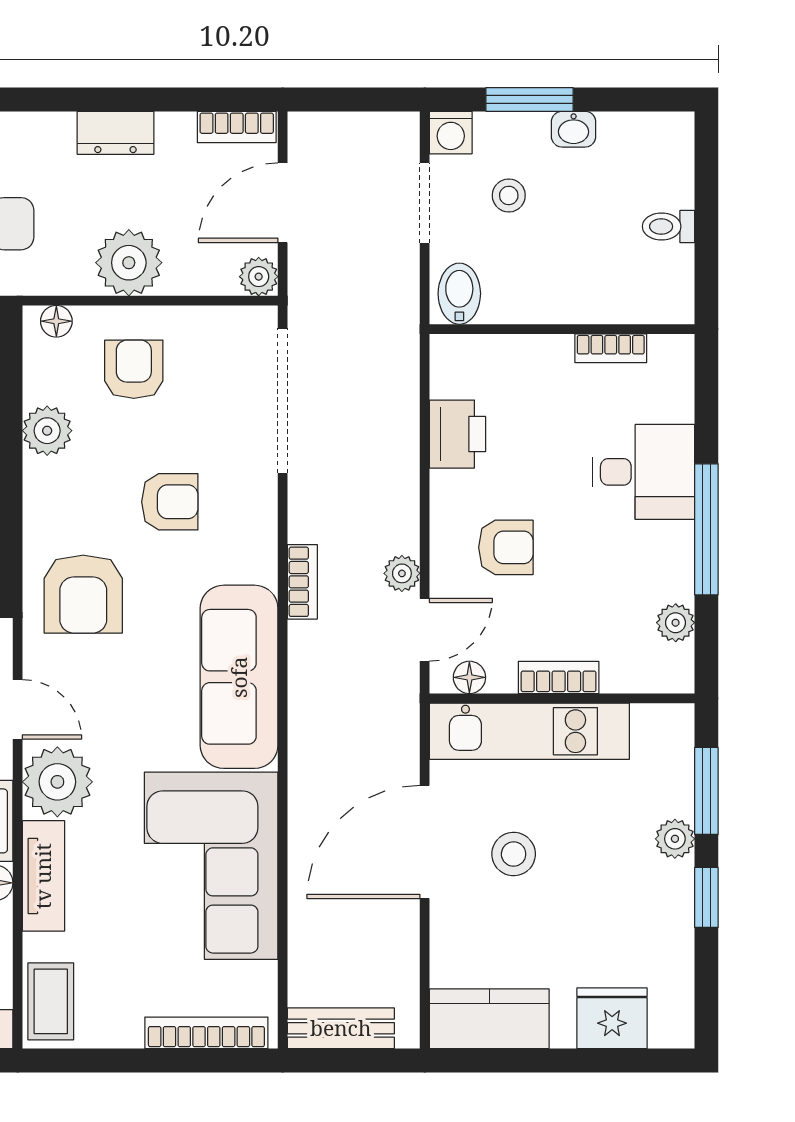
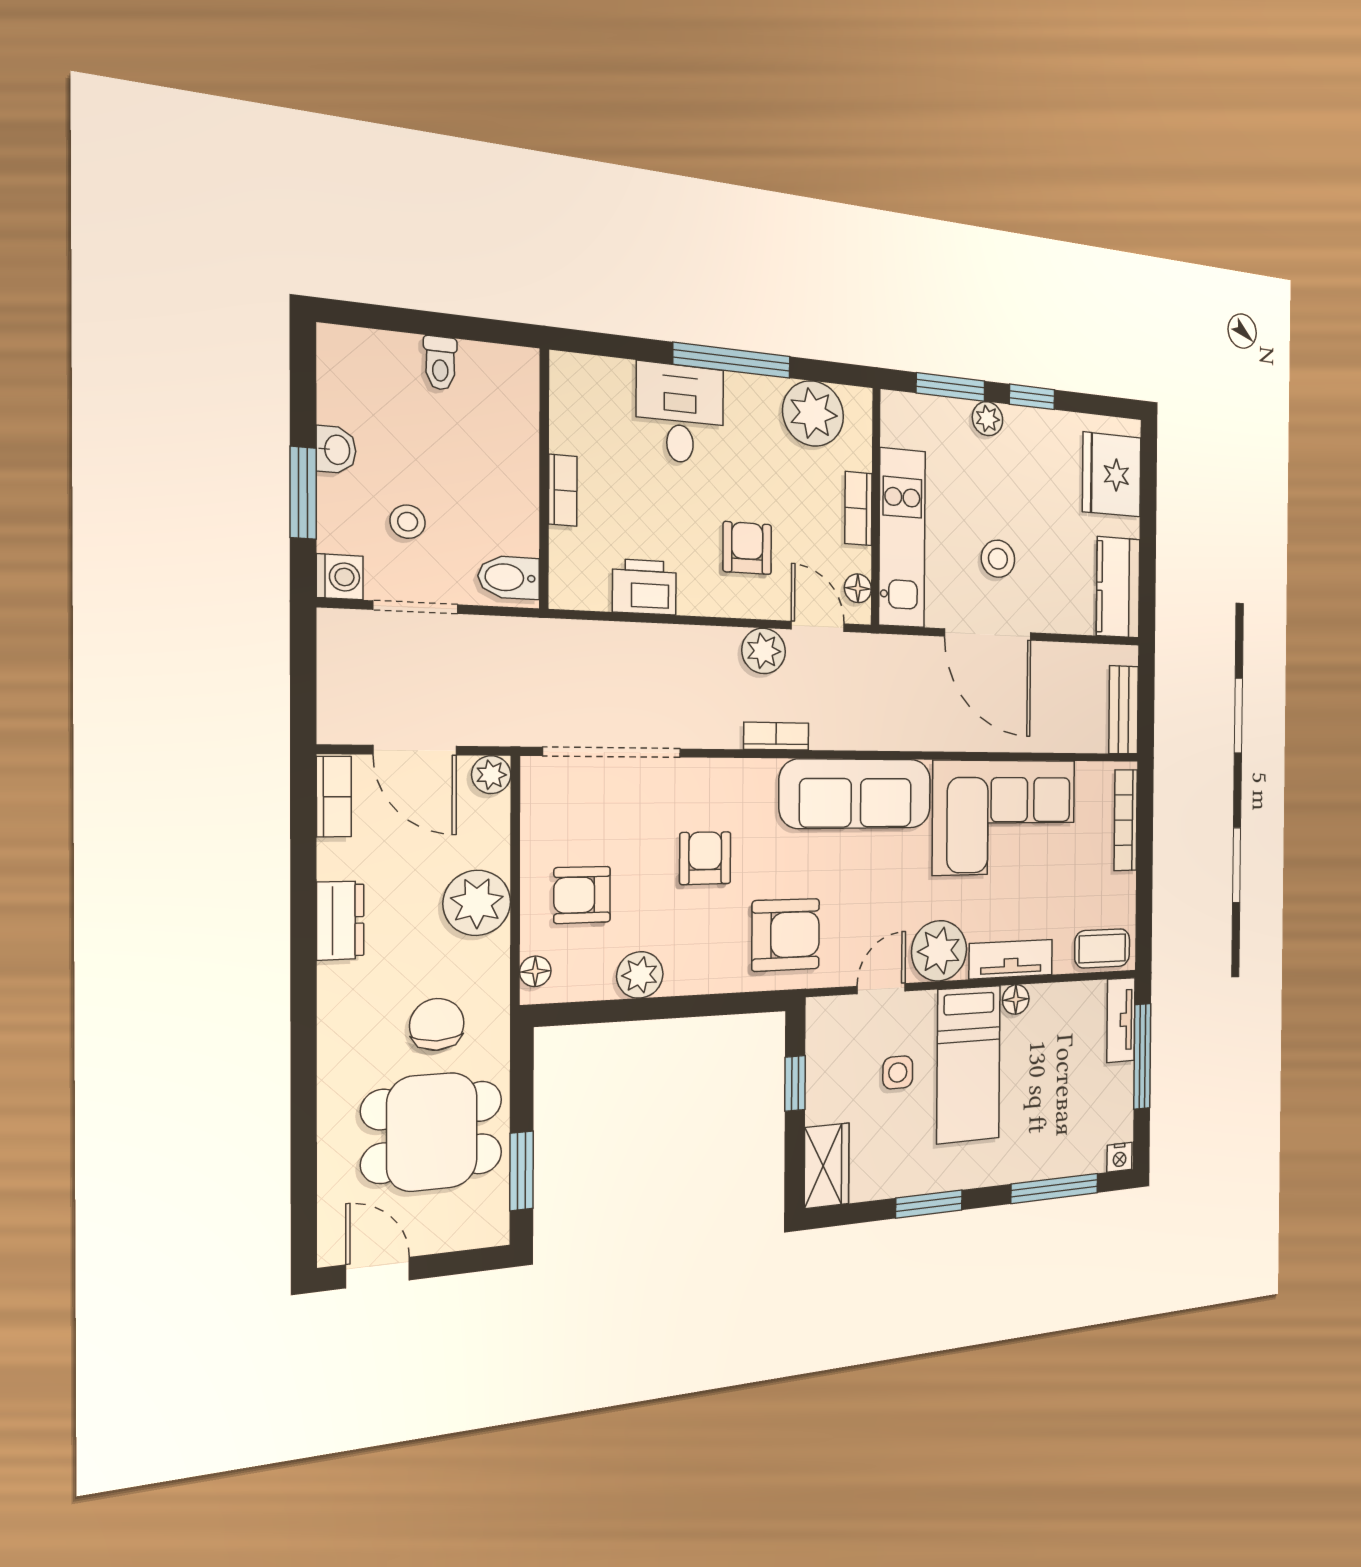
bookcase: (611, 348) -> (563, 490), moved
plant: (402, 573) -> (764, 651), width x1.38, depth x1.38
plant: (676, 623) -> (813, 414), width x1.88, depth x1.88
fridge: (612, 1018) -> (1112, 475), width x1.36, depth x1.34

